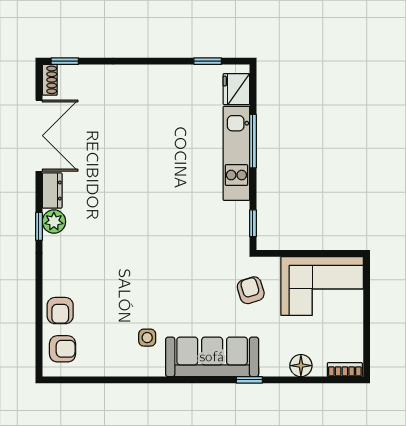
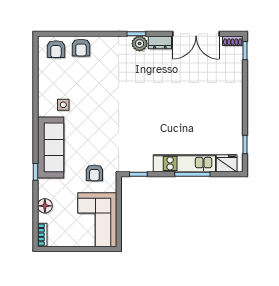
armchair: (251, 290) -> (94, 173), turned 107
armchair: (60, 311) -> (81, 48), turned -90

